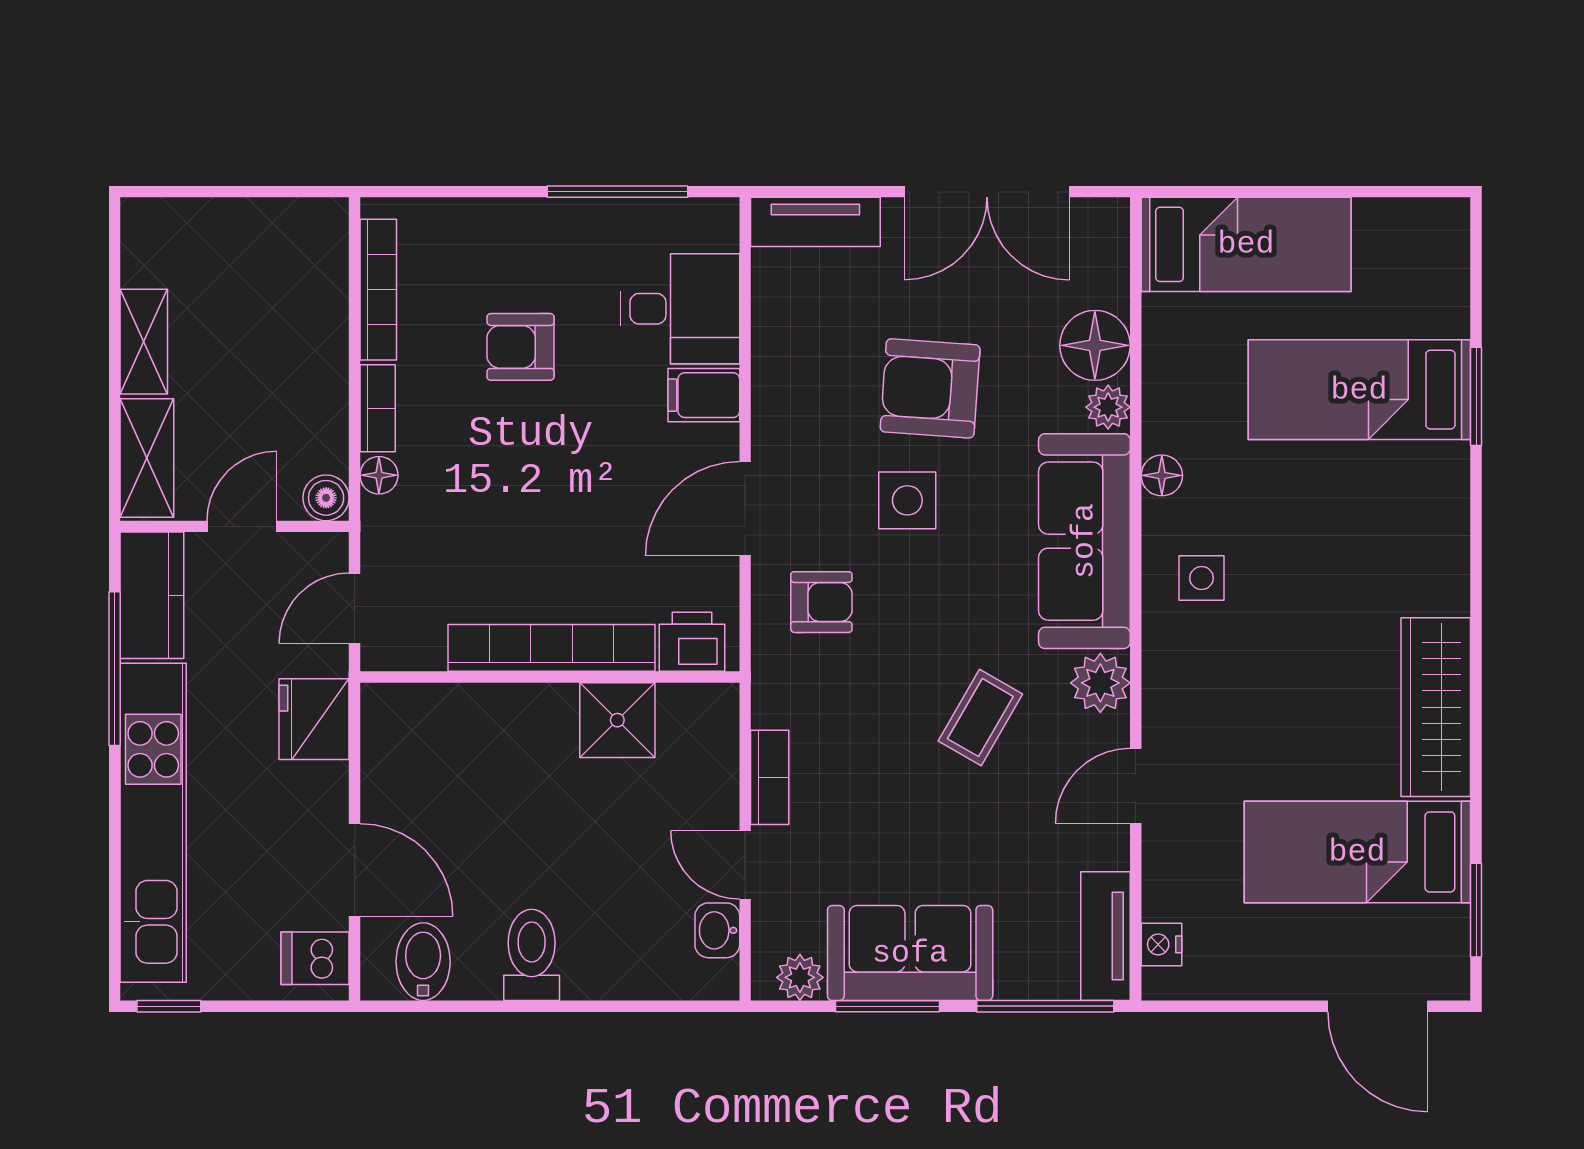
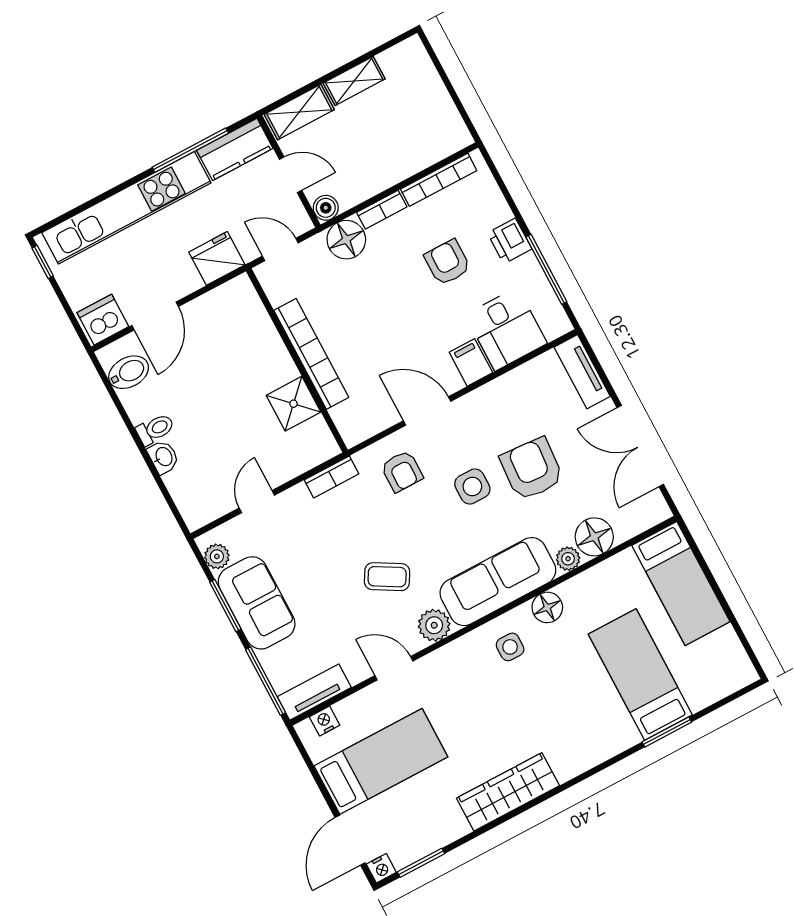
floor lamp: (379, 475) -> (346, 240), width x1.89, depth x1.89
floor lamp: (1162, 475) -> (547, 607), width x1.37, depth x1.37
printer: (692, 642) -> (510, 241), moved, turned 180
bookcase: (770, 777) -> (331, 477), moved
bed: (1357, 852) -> (381, 761), moved, turned 90
washbasin: (717, 930) -> (163, 457), moved, turned 90
toilet: (532, 955) -> (155, 429), width x0.73, depth x0.72
dishwasher: (315, 958) -> (103, 320), width x1.38
nightstand: (1451, 980) -> (381, 868), added

